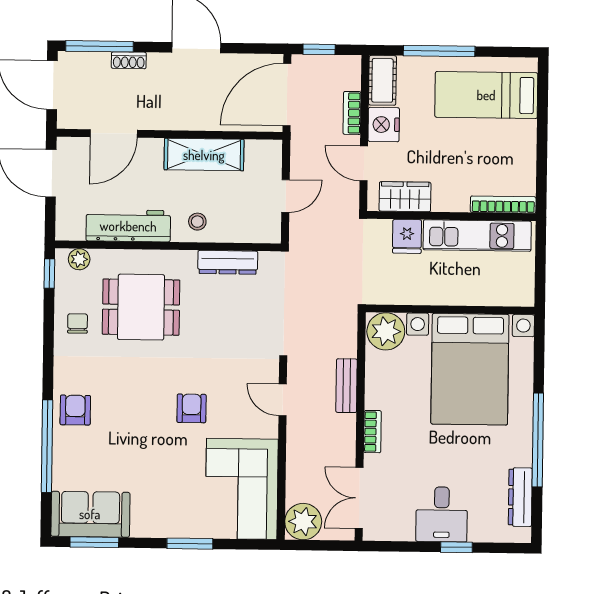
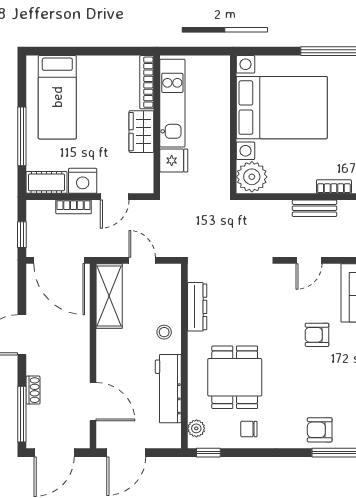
shelving: (204, 155) -> (109, 296), moved
wardrobe: (405, 197) -> (141, 132), moved
bench: (347, 386) -> (314, 208), moved

